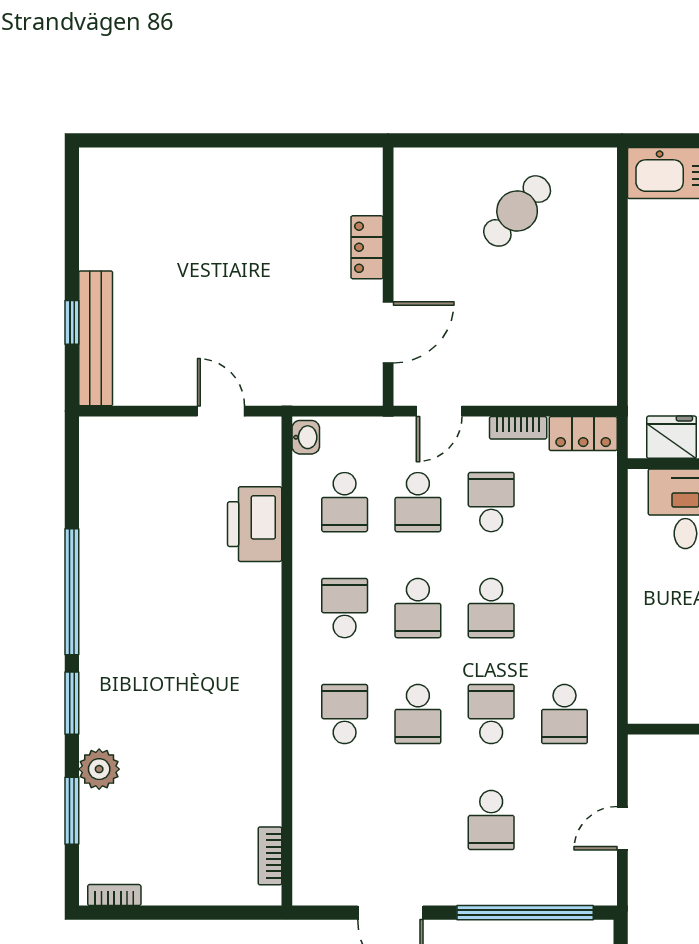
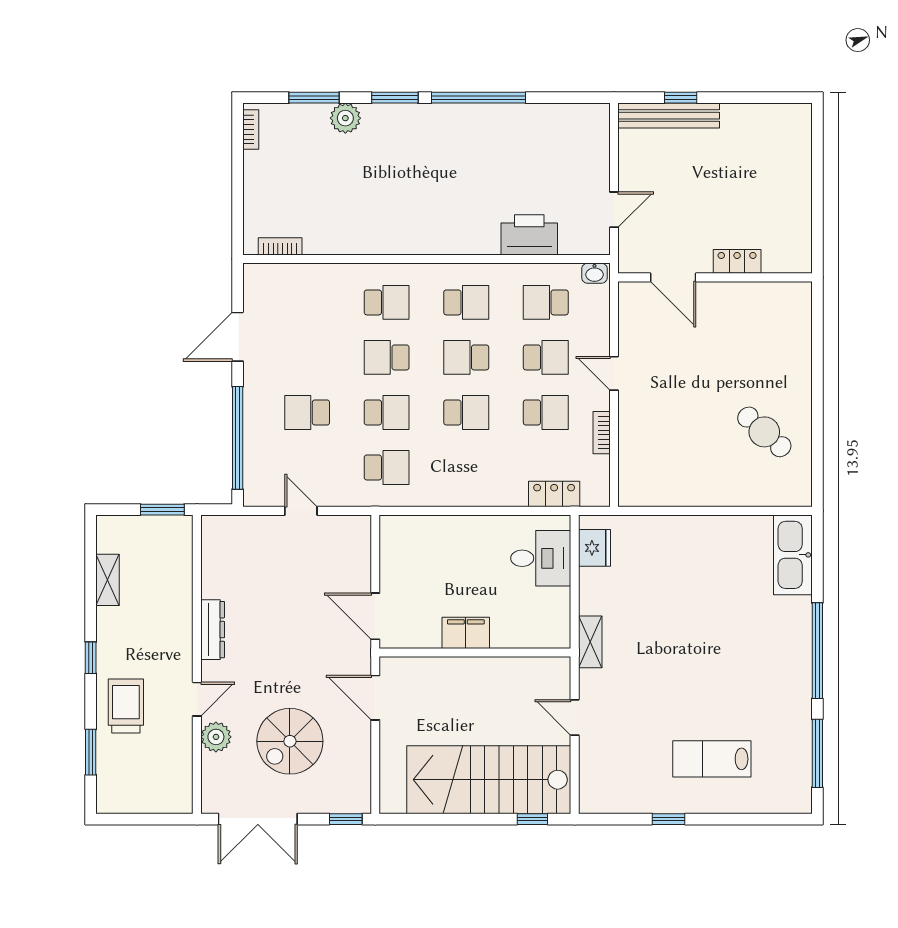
locker: (367, 247) -> (737, 261), moved
wall: (388, 277) -> (715, 277), moved
door: (388, 332) -> (673, 277), moved
locker: (583, 434) -> (554, 494), moved, turned 90
school desk: (418, 502) -> (546, 357), turned 180
school desk: (491, 608) -> (466, 412), turned 180
school desk: (564, 714) -> (387, 467), turned 180

